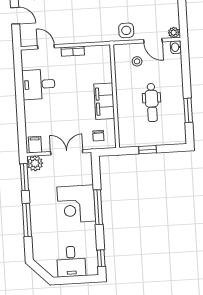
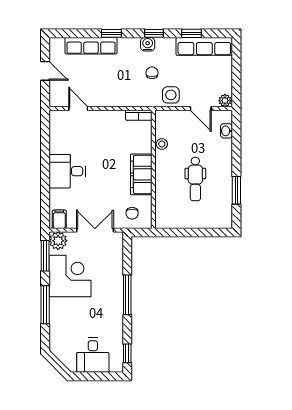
chair: (109, 12) -> (152, 73), added
washbasin: (176, 47) -> (226, 131), moved
bookcase: (73, 51) -> (139, 115), moved
stool: (137, 61) -> (162, 144), moved
desk: (39, 84) -> (67, 171), moved
window: (148, 150) -> (187, 232), removed
corner desk: (76, 204) -> (70, 276), moved, turned 180

